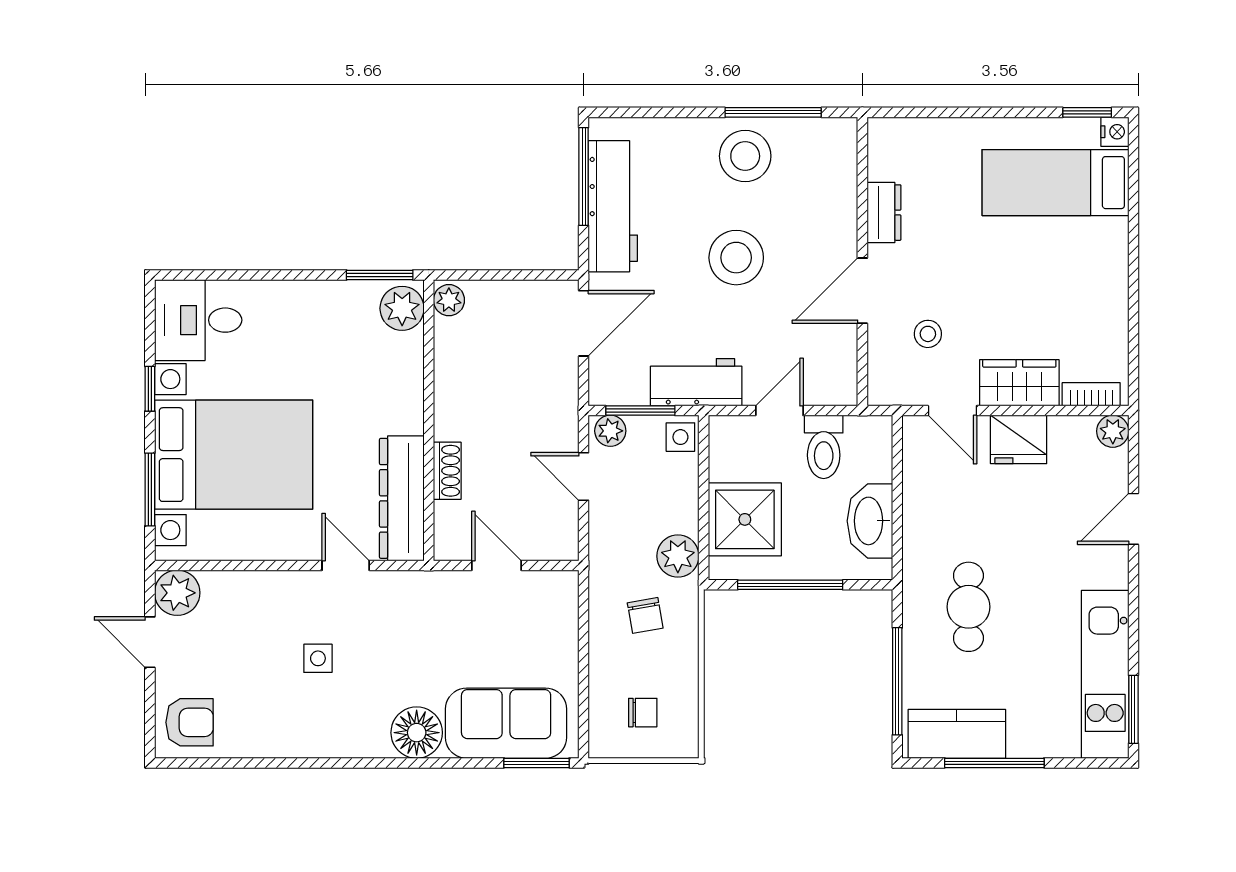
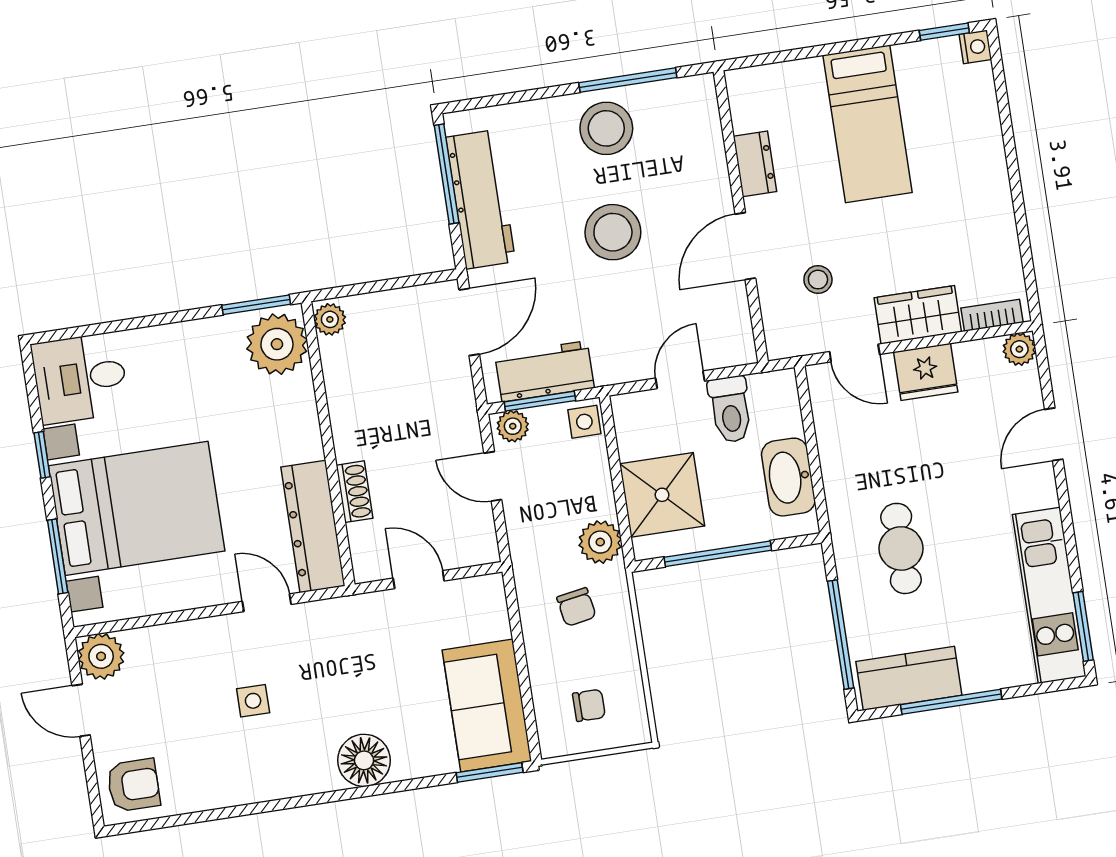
bed: (1055, 183) -> (868, 124), moved, turned -90
plant: (402, 308) -> (277, 344), width x1.36, depth x1.36
workbench: (696, 382) -> (545, 371), moved
sofa: (506, 723) -> (487, 706), moved, turned -90

